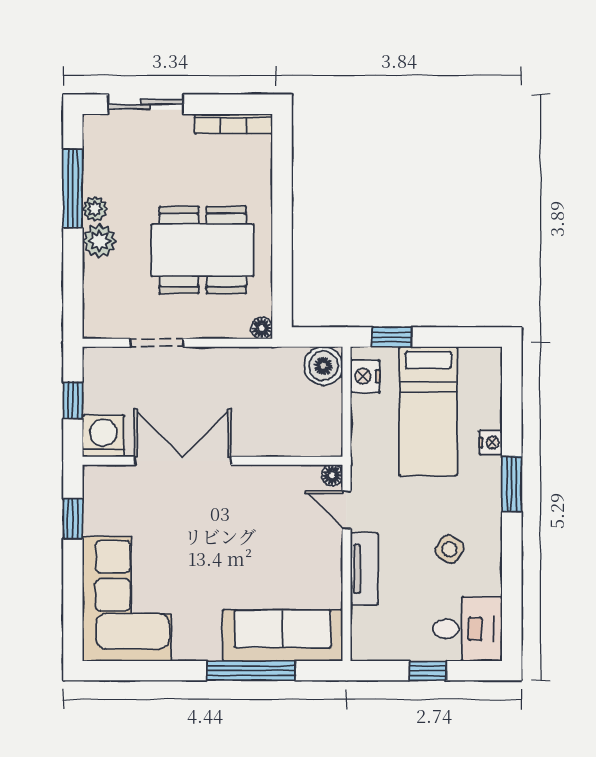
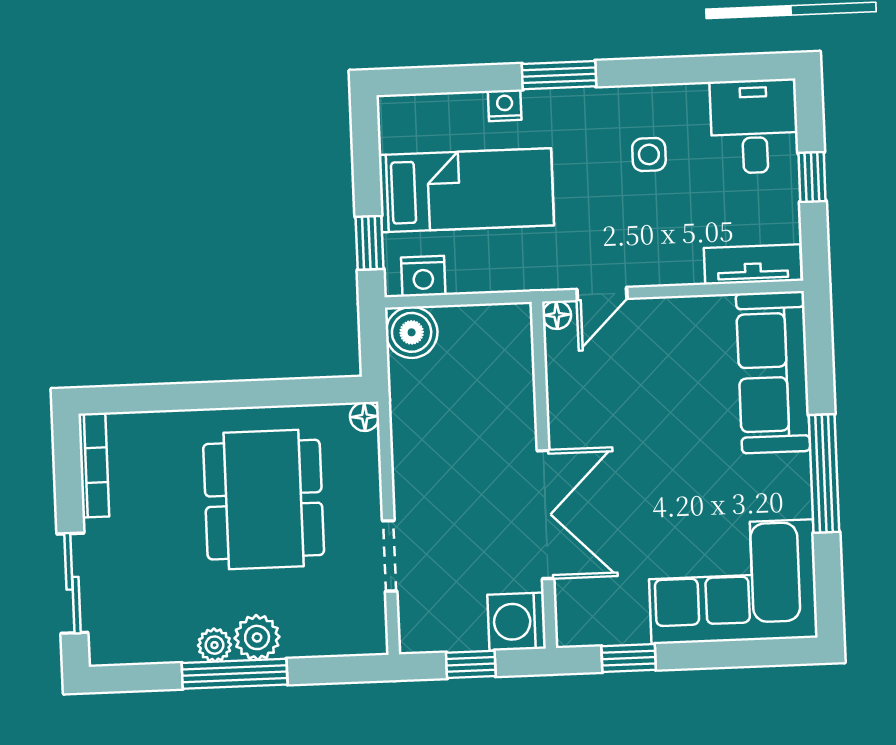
window: (73, 188) -> (235, 674), moved
double door: (183, 461) -> (546, 515), swing flipped
side table: (450, 549) -> (649, 154), turned -34
tv unit: (364, 569) -> (753, 264), moved
window: (251, 671) -> (824, 474), moved

